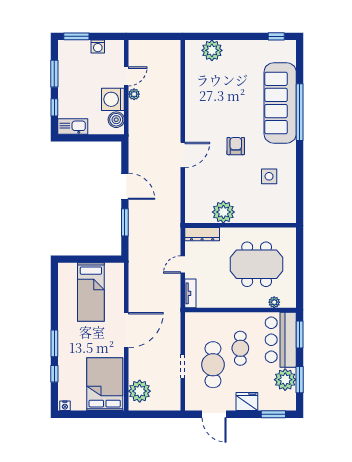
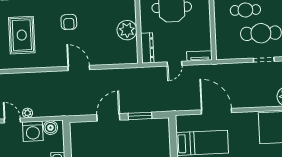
rug: (223, 92) -> (22, 35), added
armchair: (236, 146) -> (69, 22), turned -90
door: (183, 265) -> (175, 64), hinge flipped
door: (126, 330) -> (216, 111), moved

